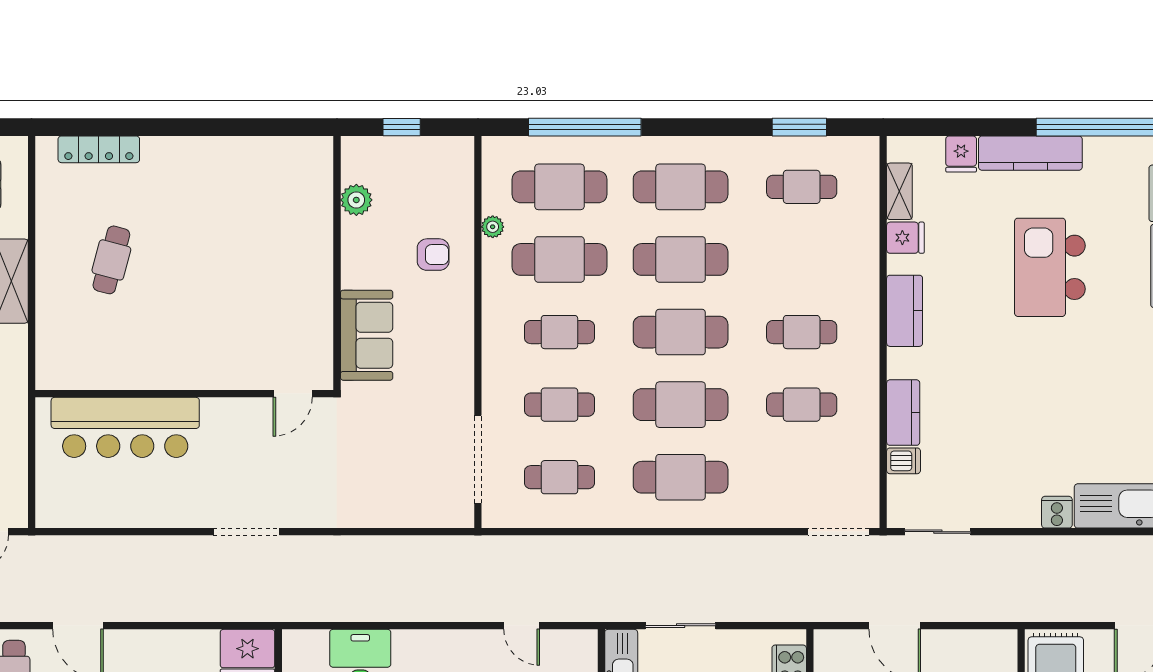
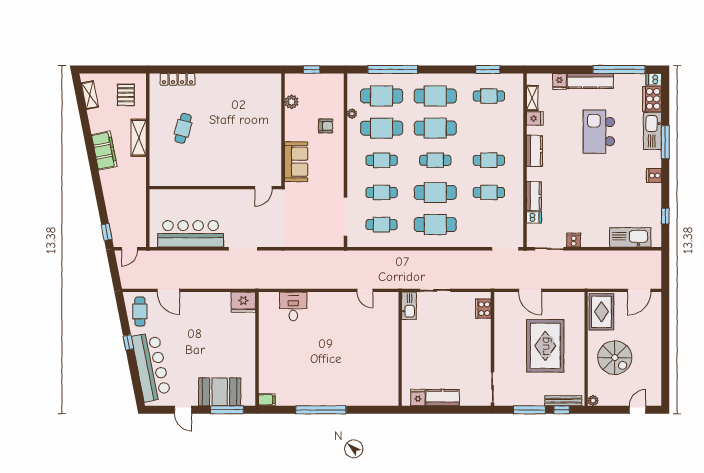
cafe table: (681, 332) -> (435, 160), width x0.73, depth x0.74
bar counter: (125, 427) -> (191, 234), moved, turned 180
cooker: (1057, 512) -> (574, 240), moved

